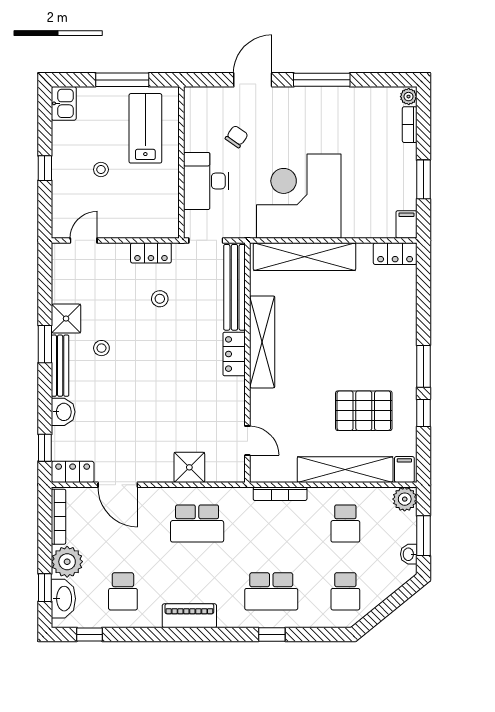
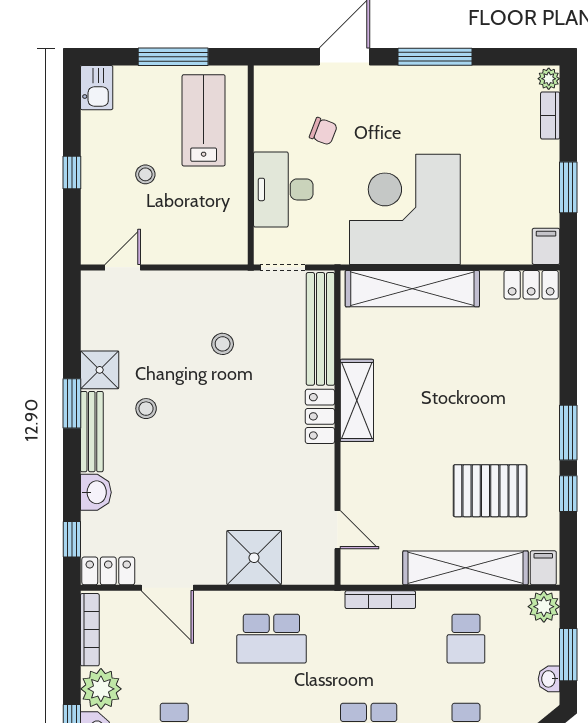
chair: (237, 137) -> (323, 131), turned 76
locker: (151, 253) -> (211, 284), removed
shelving: (262, 342) -> (357, 400), width x0.68
shower: (189, 467) -> (254, 558), width x1.36, depth x1.36

